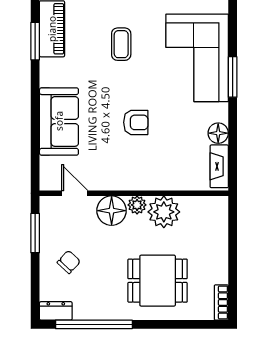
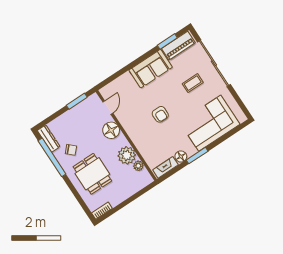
window: (233, 77) -> (197, 156), moved
sofa: (59, 121) -> (151, 69), moved
plant: (137, 205) -> (138, 166), moved
chair: (69, 262) -> (71, 150), moved
dresser: (56, 311) -> (49, 139), width x1.44

